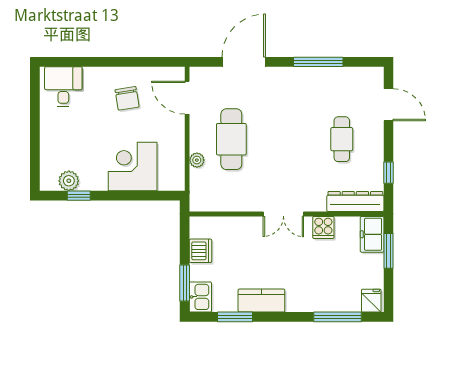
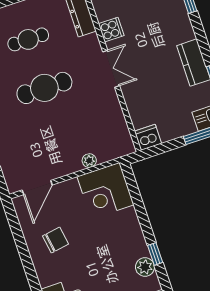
cafe table: (231, 139) -> (44, 88), moved
corner desk: (133, 167) -> (106, 191), moved
dishwasher: (200, 251) -> (148, 137), moved

